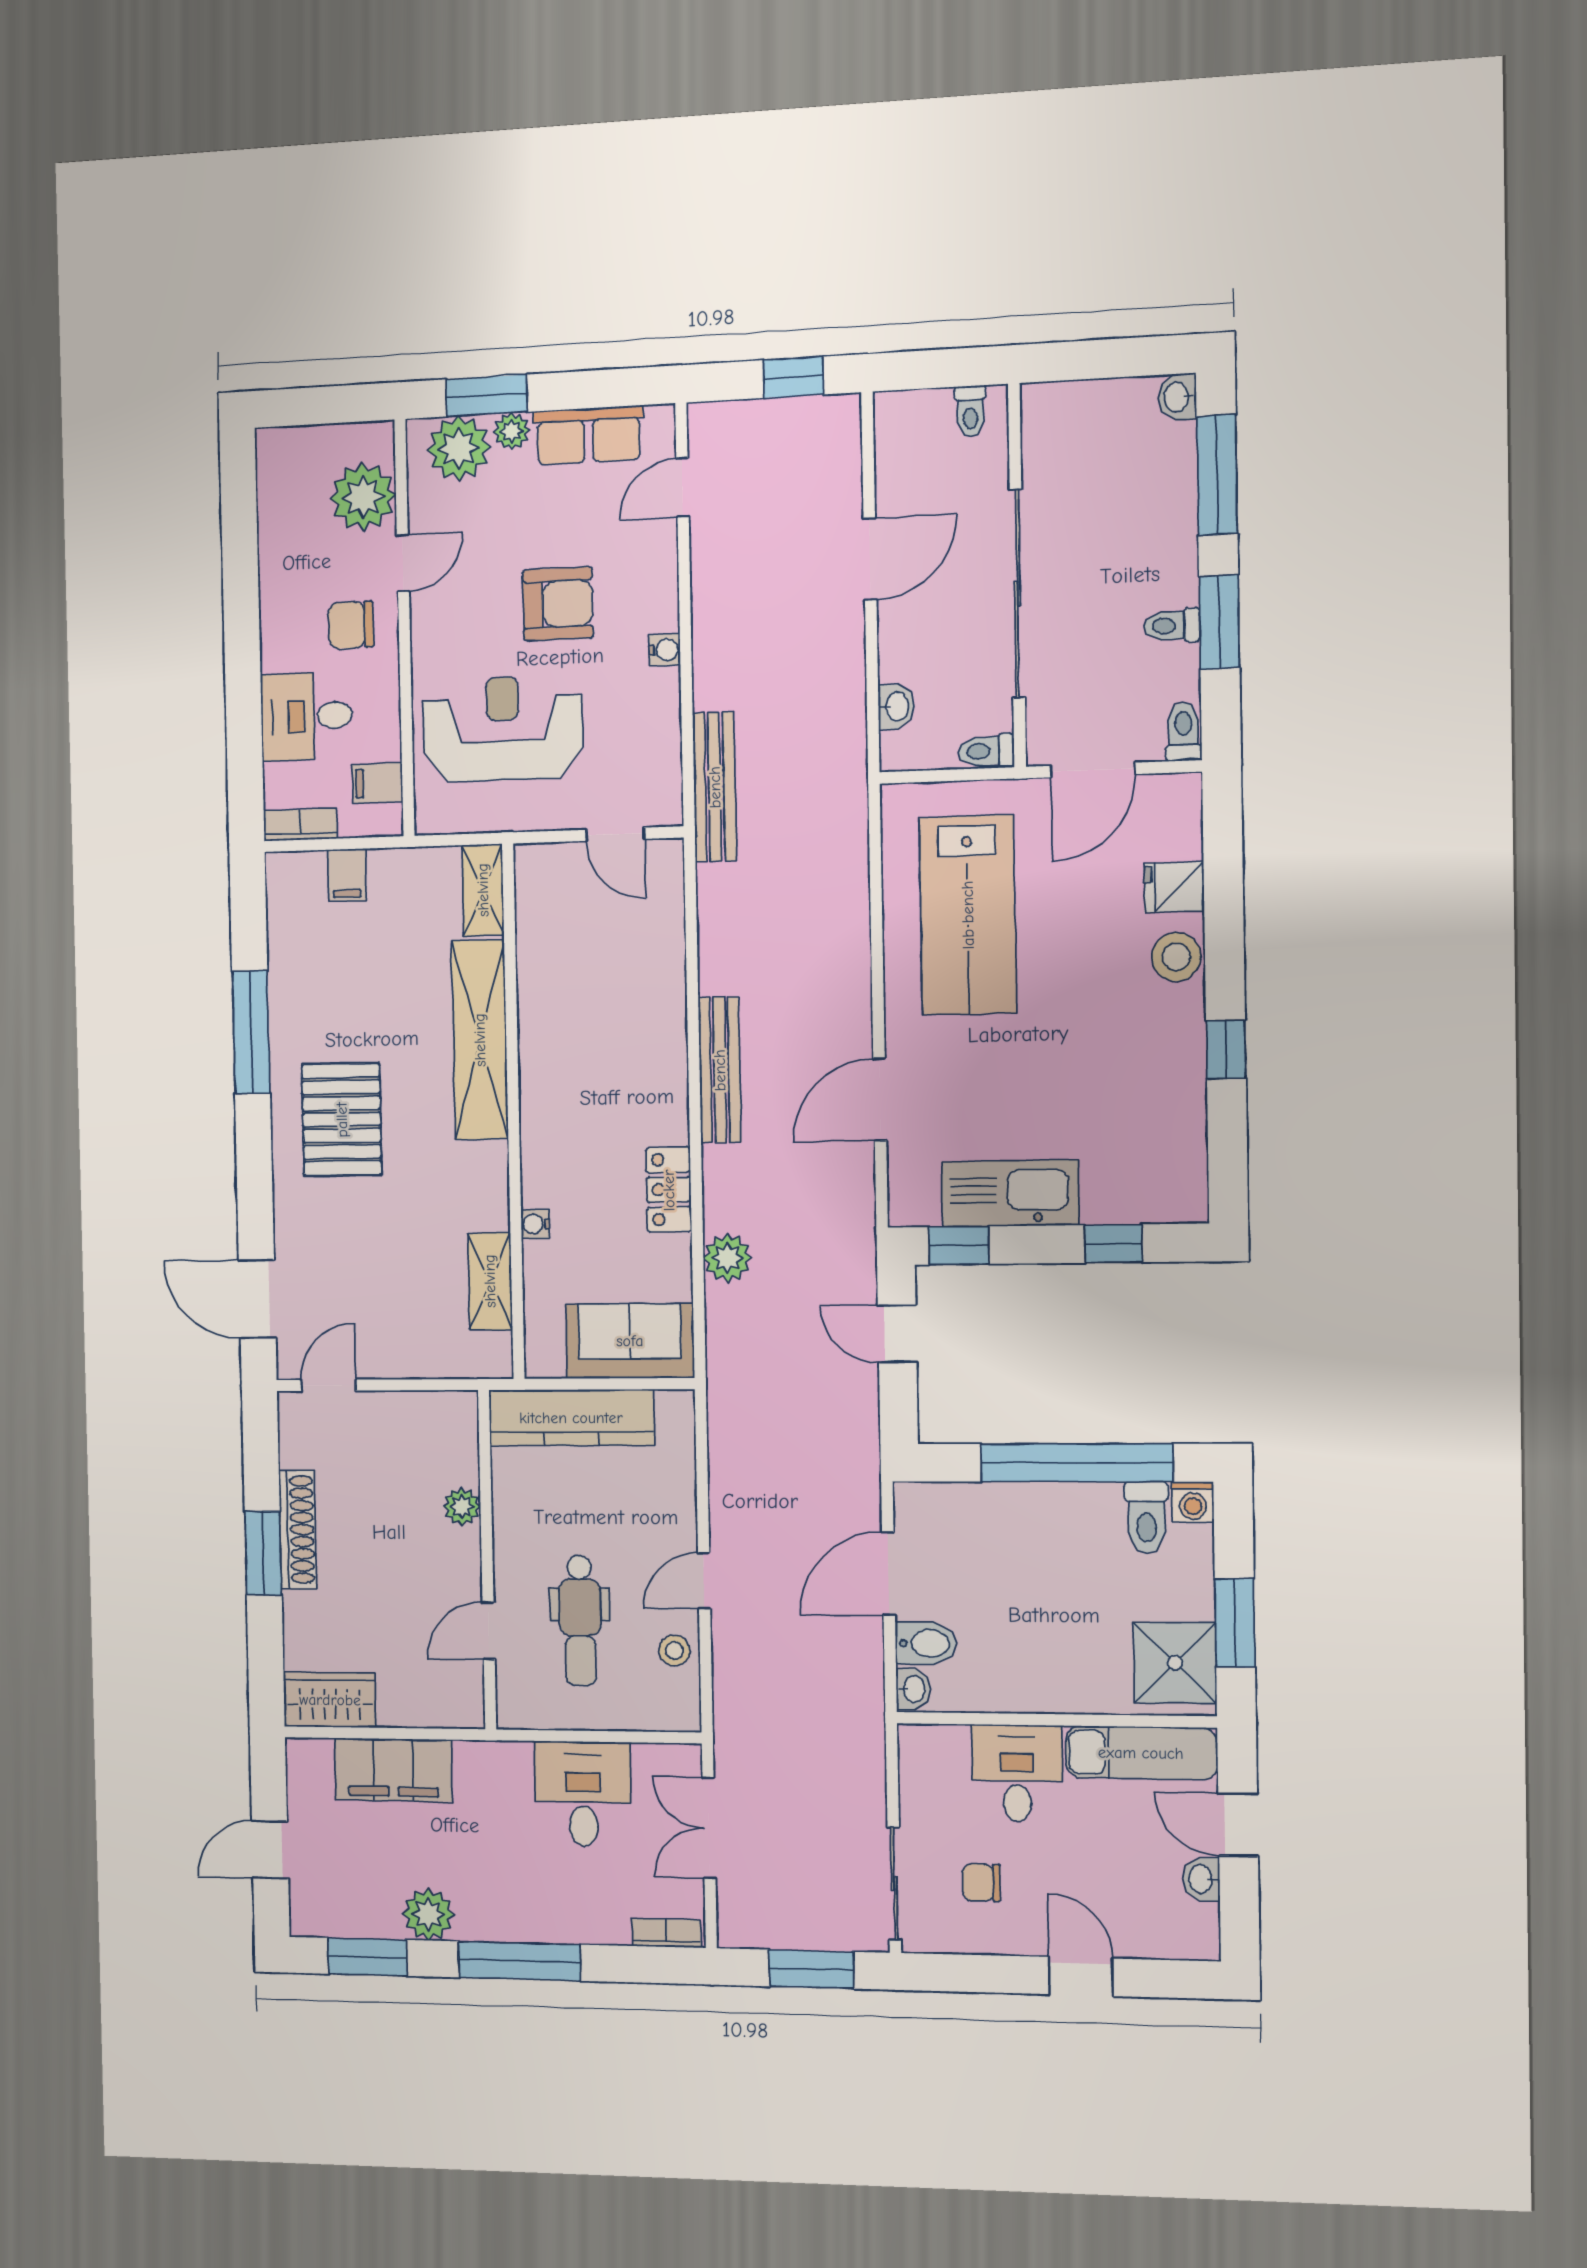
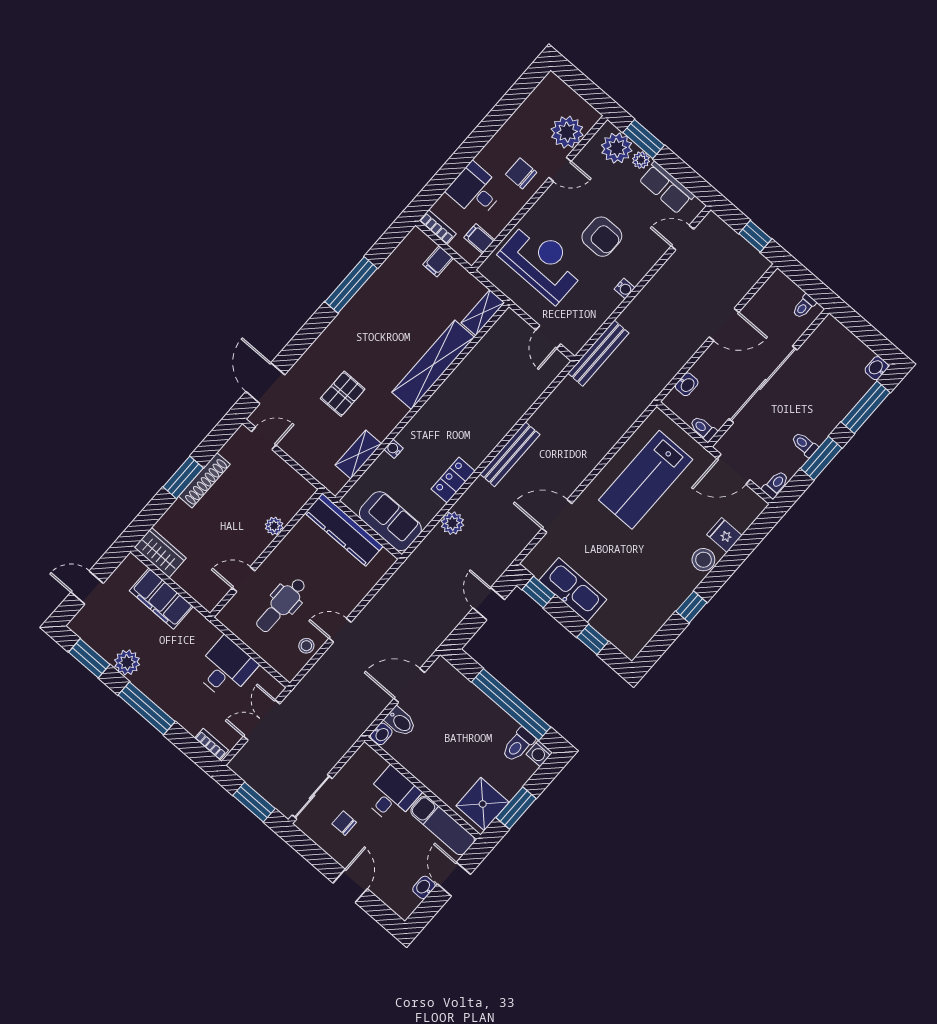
pallet: (342, 1120) -> (343, 394), moved, width x0.67, depth x0.71

